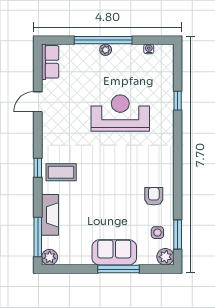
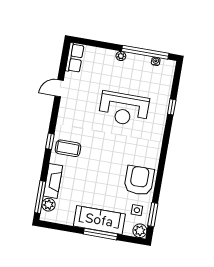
window: (103, 40) -> (145, 52), moved
reception desk: (120, 113) -> (124, 109), turned 180
armchair: (154, 196) -> (139, 180), width x1.88, depth x1.88
sofa: (114, 252) -> (99, 220), width x1.36
plant: (50, 257) -> (49, 205), moved

